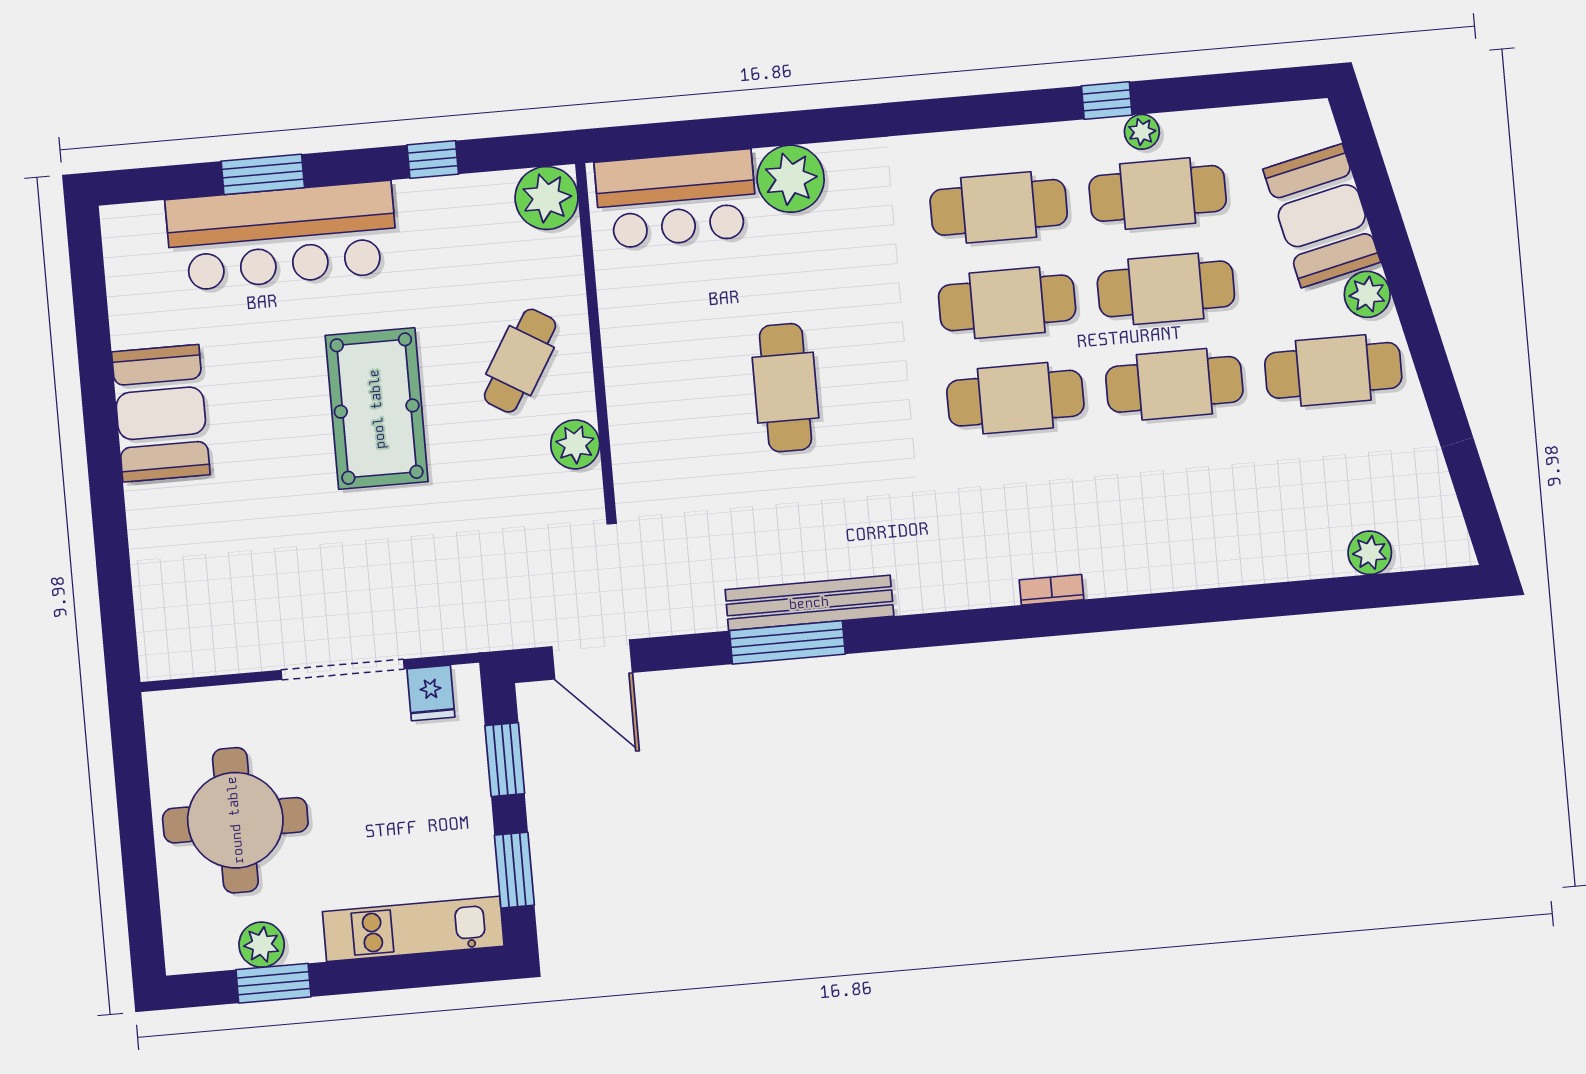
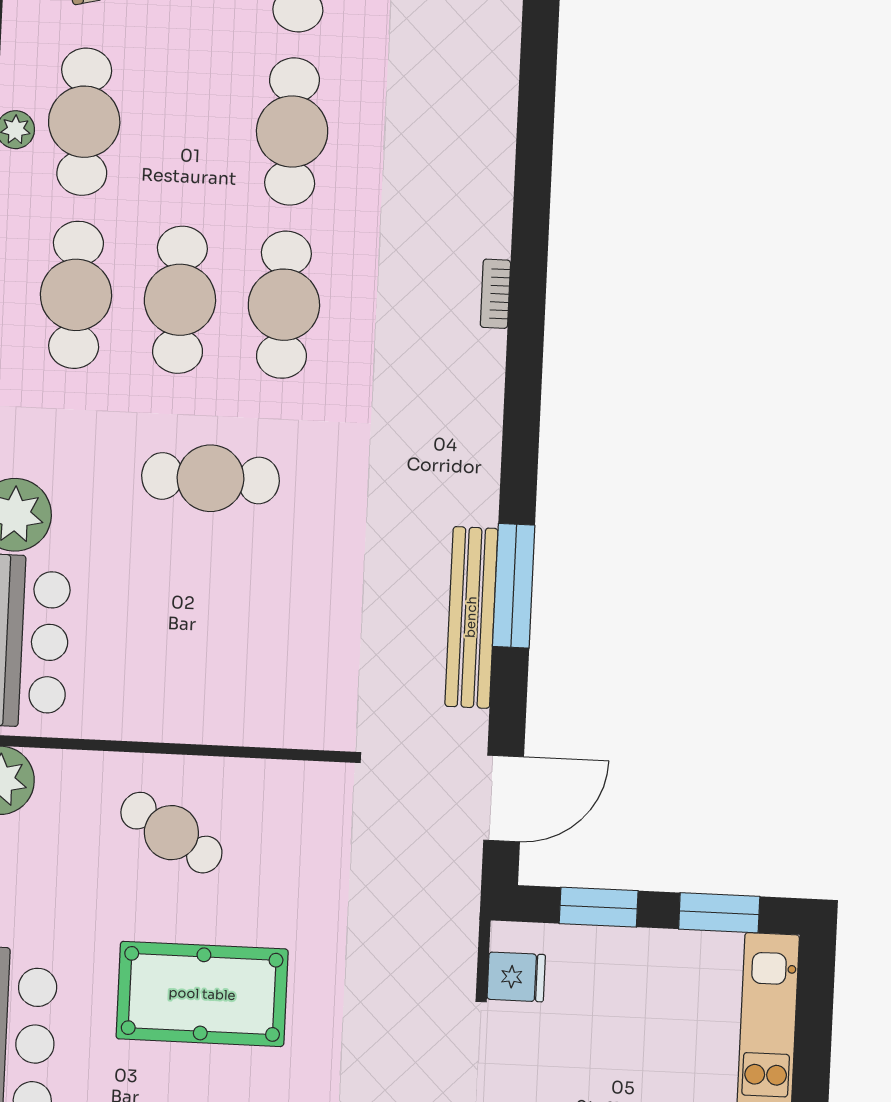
cafe table: (1166, 289) -> (188, 127), removed
cafe table: (786, 388) -> (211, 478), moved
plant: (575, 444) -> (270, 785), removed
bench: (809, 603) -> (471, 617), moved

